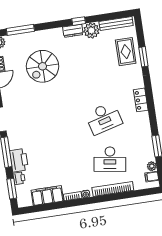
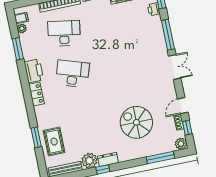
spiral stairs: (43, 66) -> (136, 122), turned -90
desk: (104, 118) -> (72, 74), turned 33
printer: (19, 160) -> (34, 71), moved, turned 180

